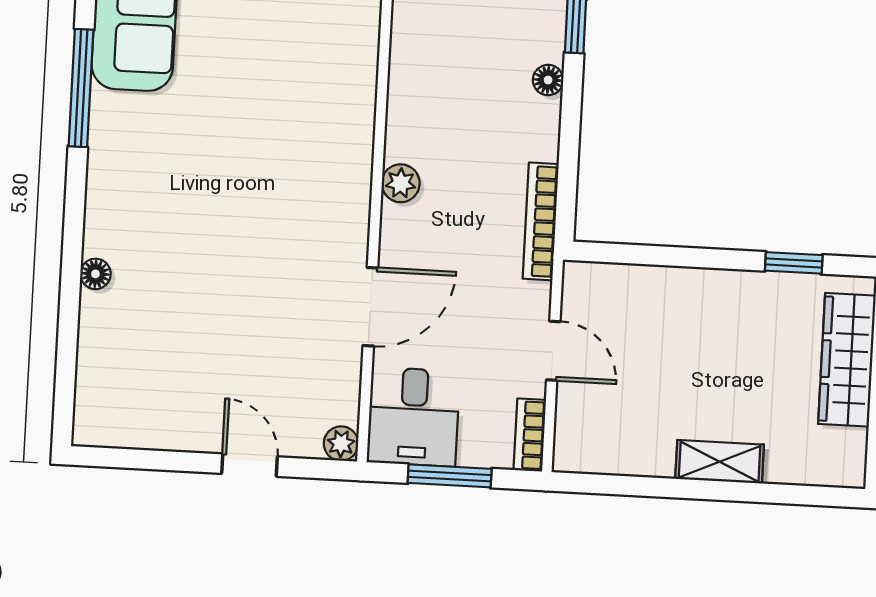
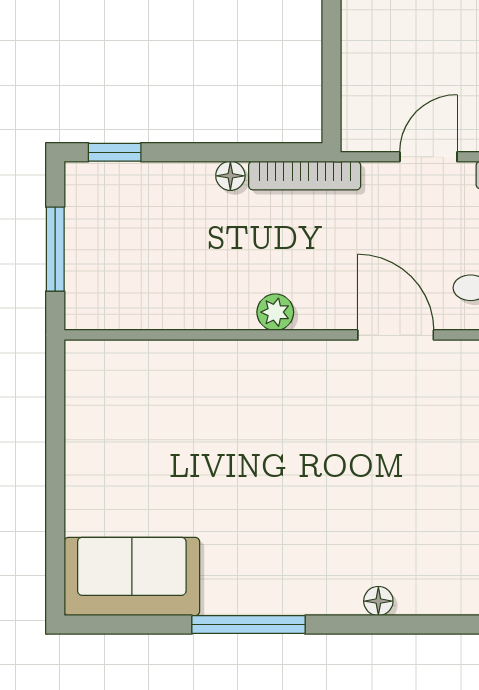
floor lamp: (548, 80) -> (230, 176), moved
window: (81, 88) -> (248, 625), moved

